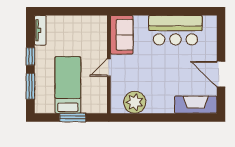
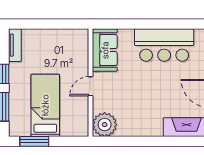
plant: (135, 102) -> (105, 125), moved
window: (73, 117) -> (34, 141), moved

